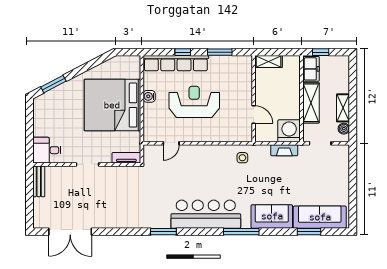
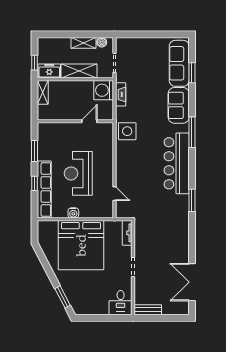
shelving: (269, 62) -> (43, 92), moved
side table: (242, 158) -> (127, 131), width x1.87, depth x1.87
double door: (70, 232) -> (192, 282), swing flipped

